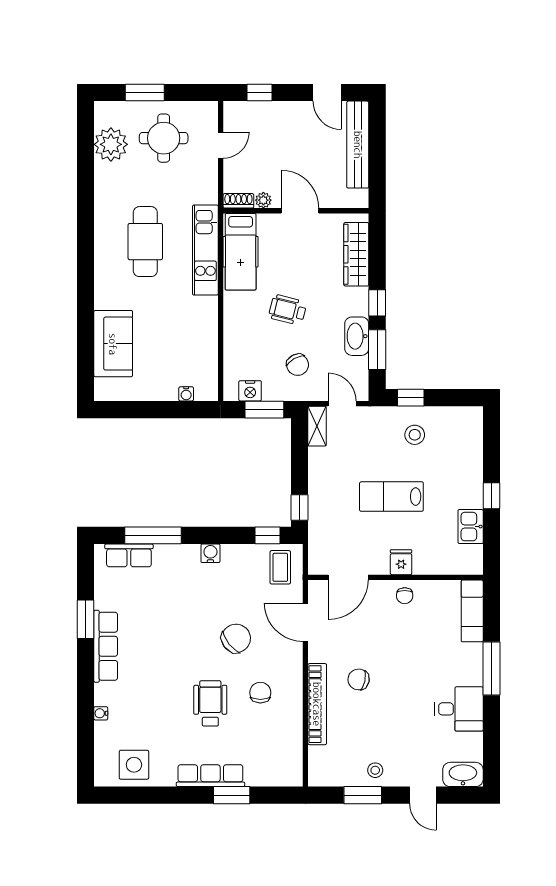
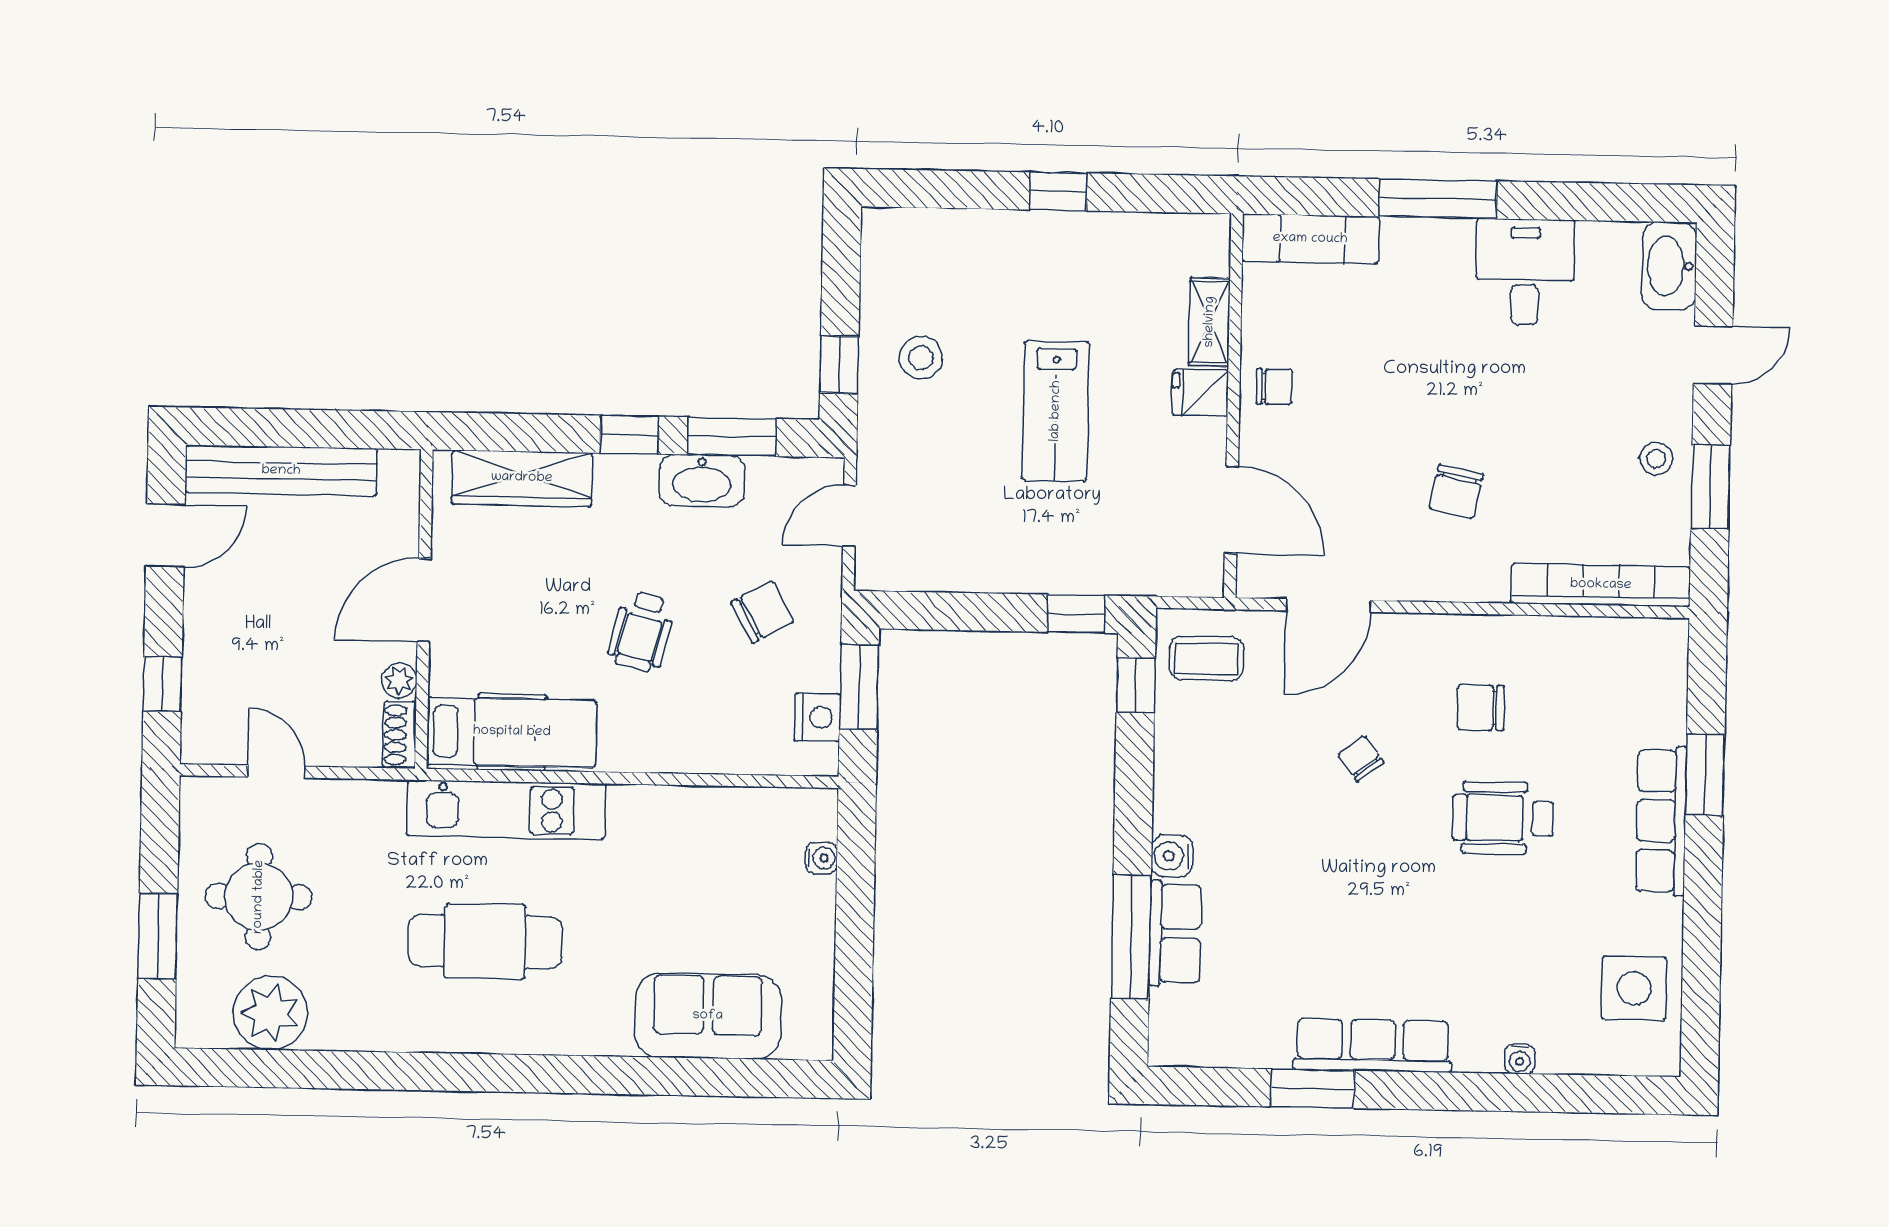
shelving: (317, 426) -> (1210, 322), moved, turned 90
kitchen sink: (471, 527) -> (1125, 239), removed
water cooler: (210, 553) -> (1172, 856), moved
row of seats: (129, 555) -> (1175, 933), moved
chair: (236, 638) -> (1361, 759), width x0.54, depth x0.54
bookcase: (317, 704) -> (1601, 585), moved

